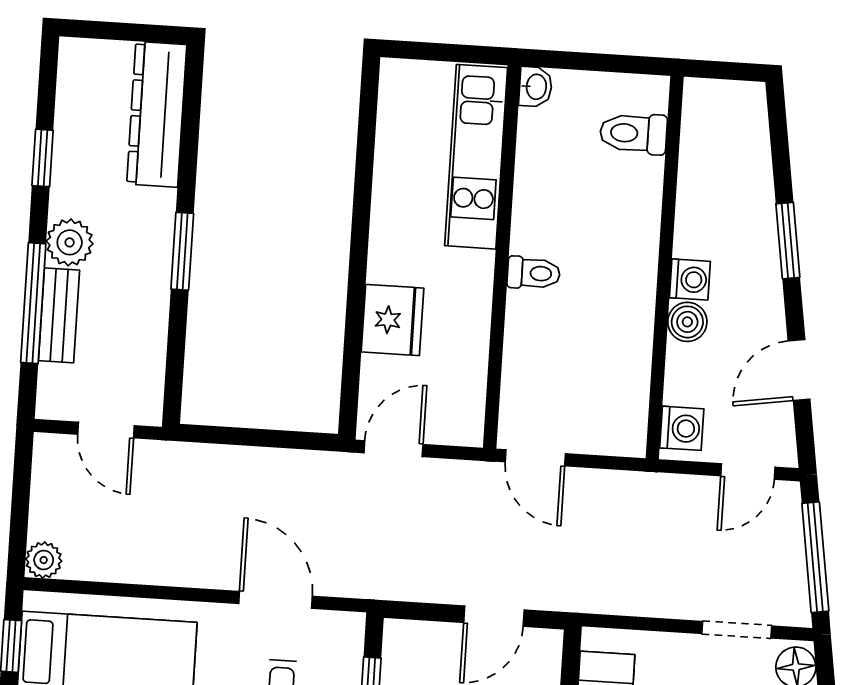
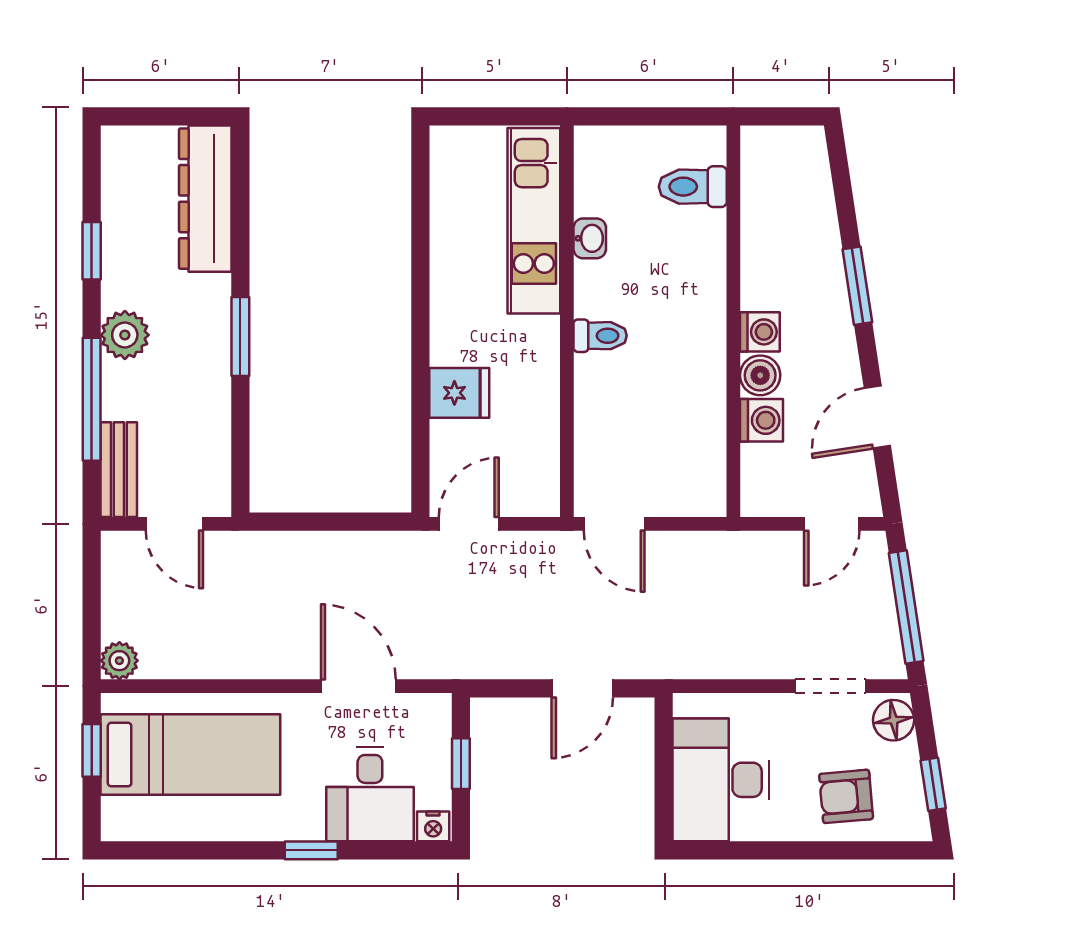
washbasin: (535, 87) -> (590, 238), moved
bench: (59, 315) -> (119, 470), moved
fridge: (392, 320) -> (459, 393), width x0.72
washing machine: (682, 428) -> (761, 420), moved

